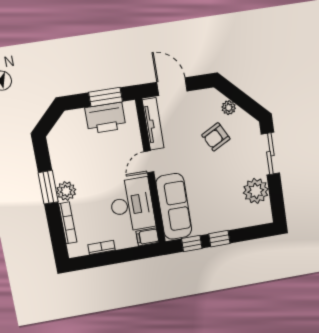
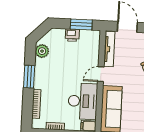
printer: (105, 118) -> (72, 35), width x0.53, depth x0.68
plant: (66, 191) -> (42, 51), moved

